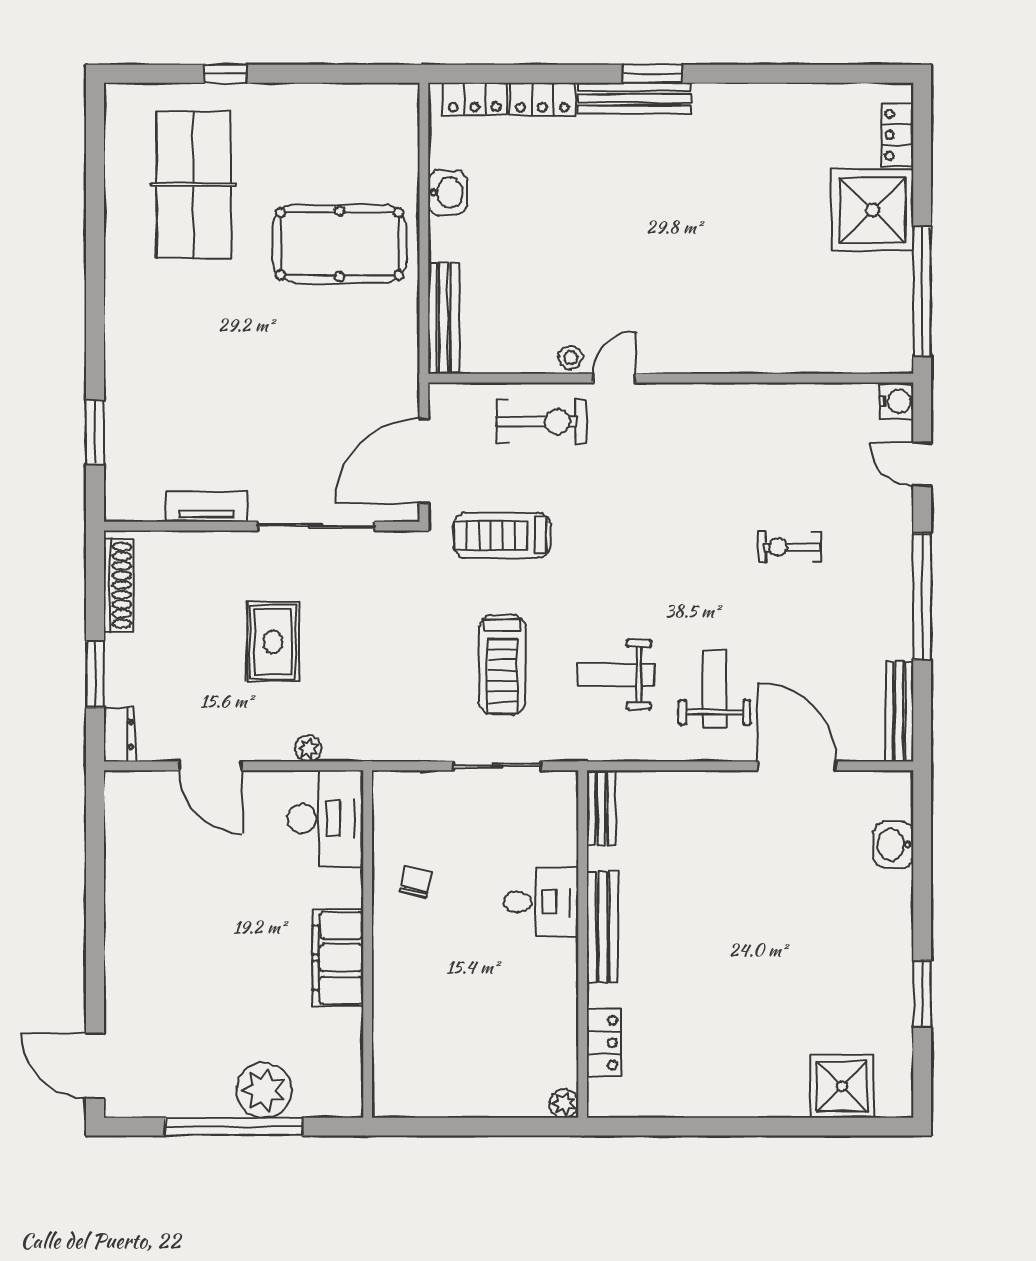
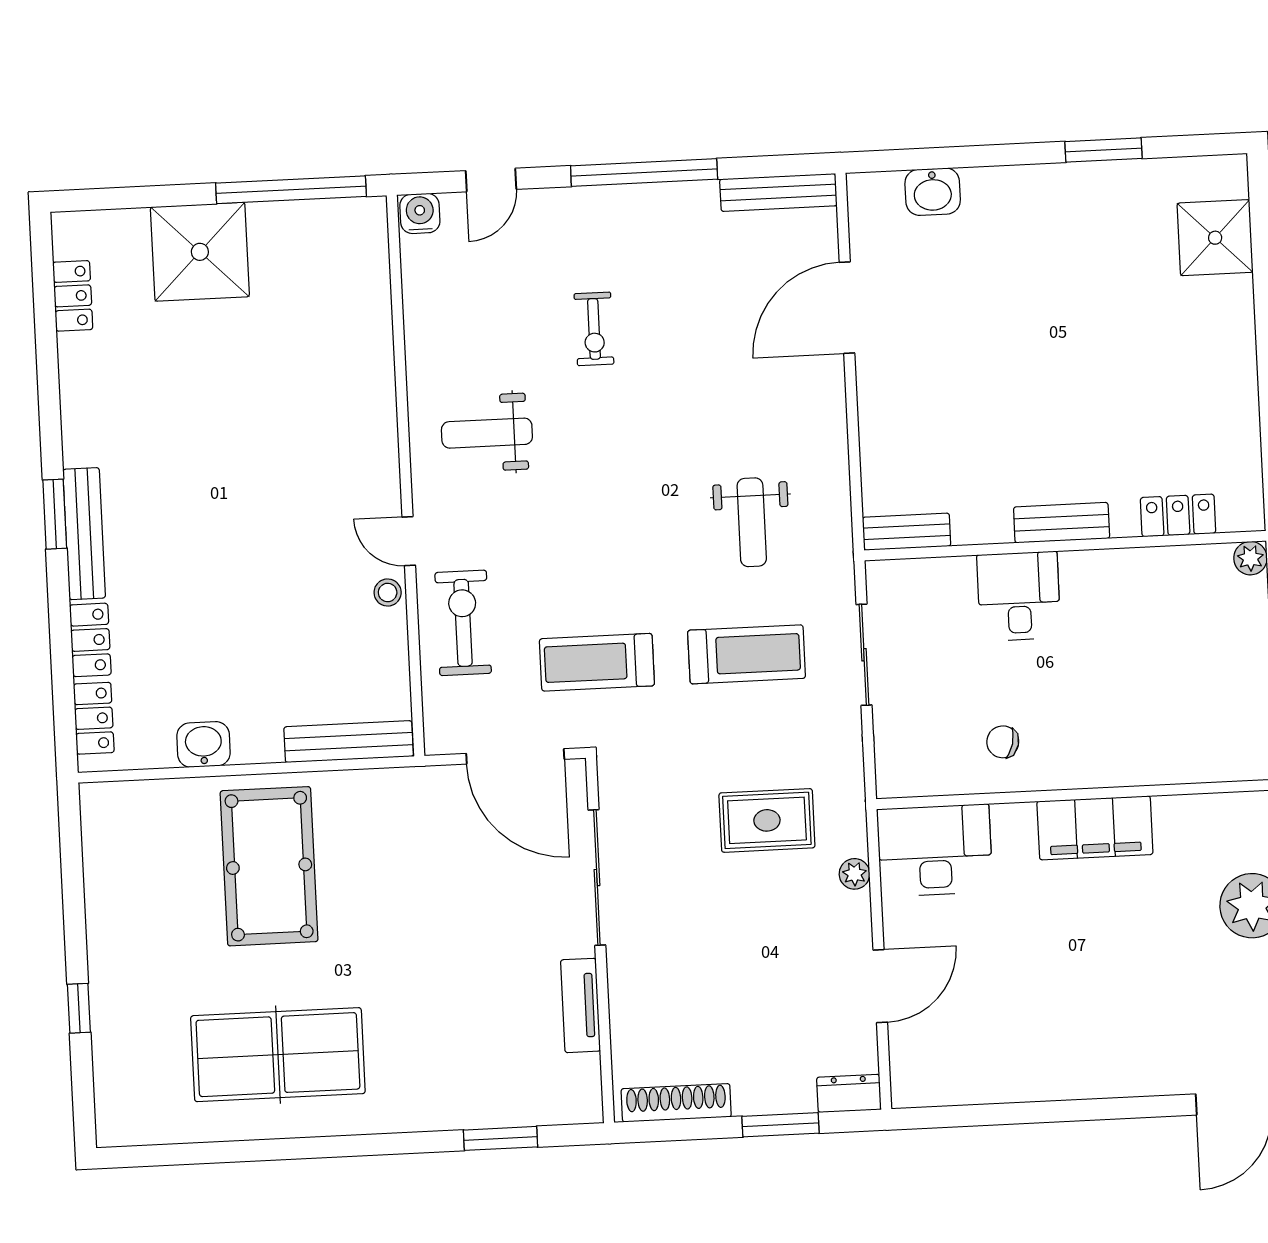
locker: (897, 135) -> (73, 296), moved, turned -90
table tennis table: (194, 185) -> (278, 1055), moved
treadmill: (502, 535) -> (597, 662), turned 90
rug: (273, 642) -> (767, 820), moved
weight bench: (715, 689) -> (487, 433), moved
bench: (602, 927) -> (1062, 523), width x0.73

